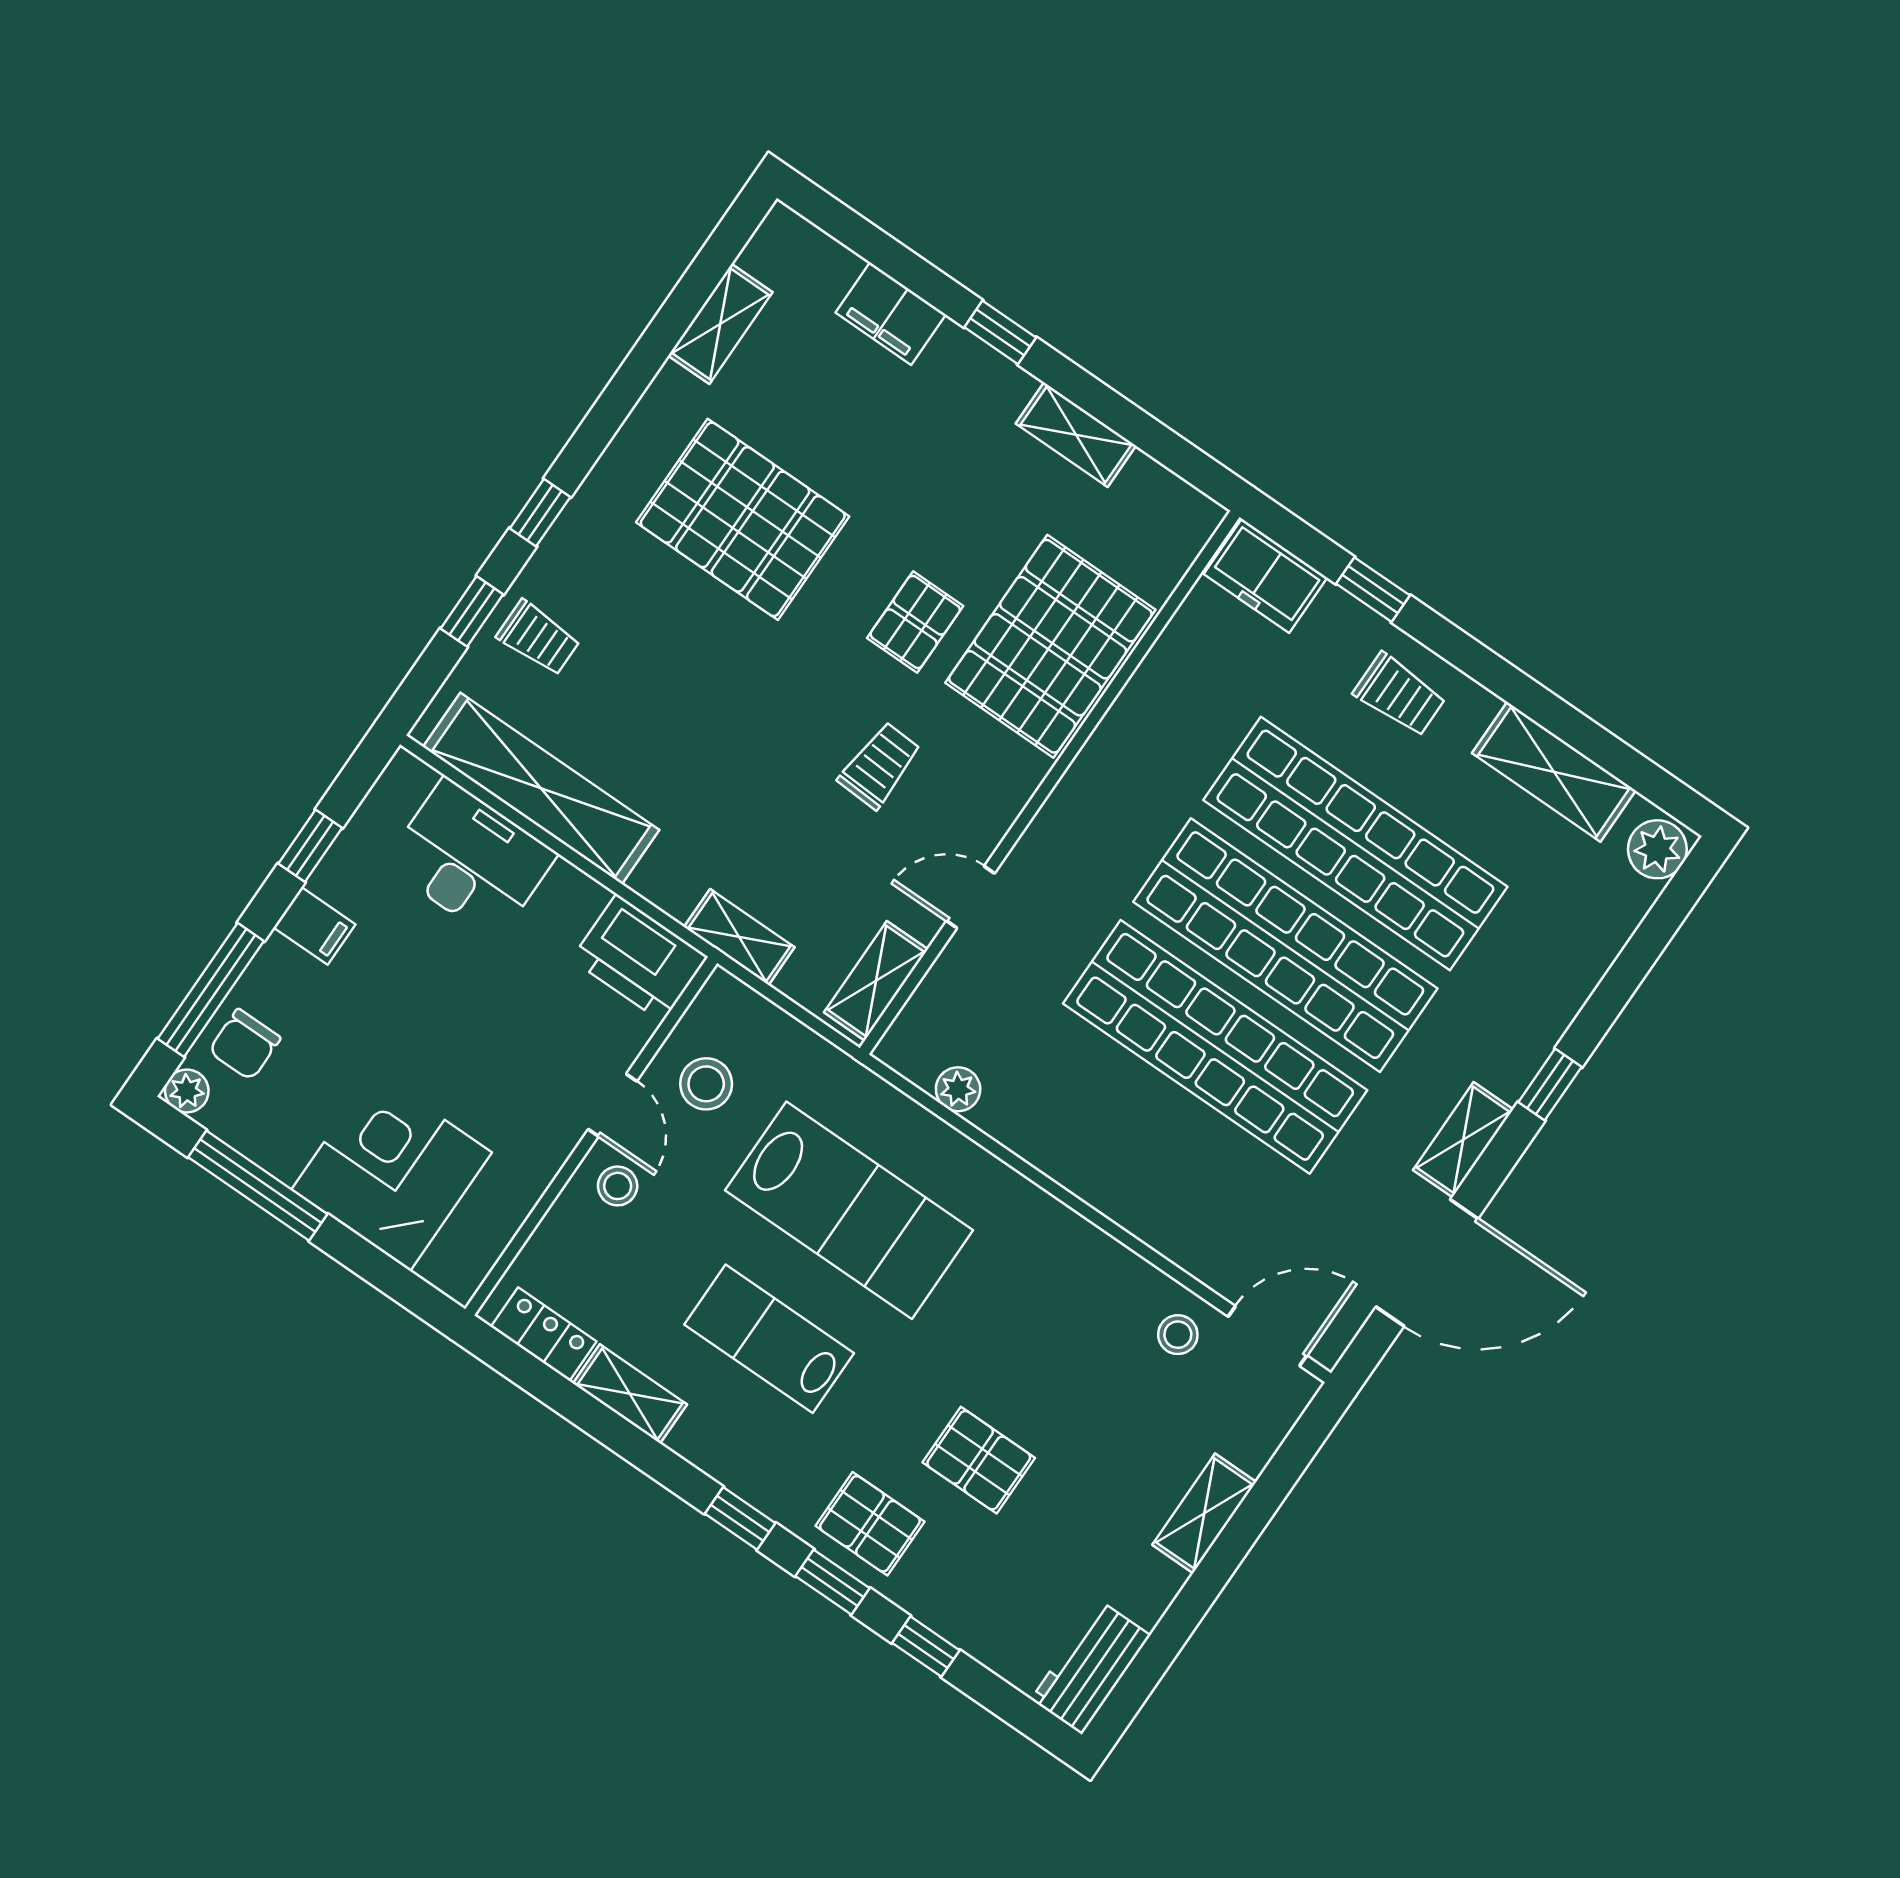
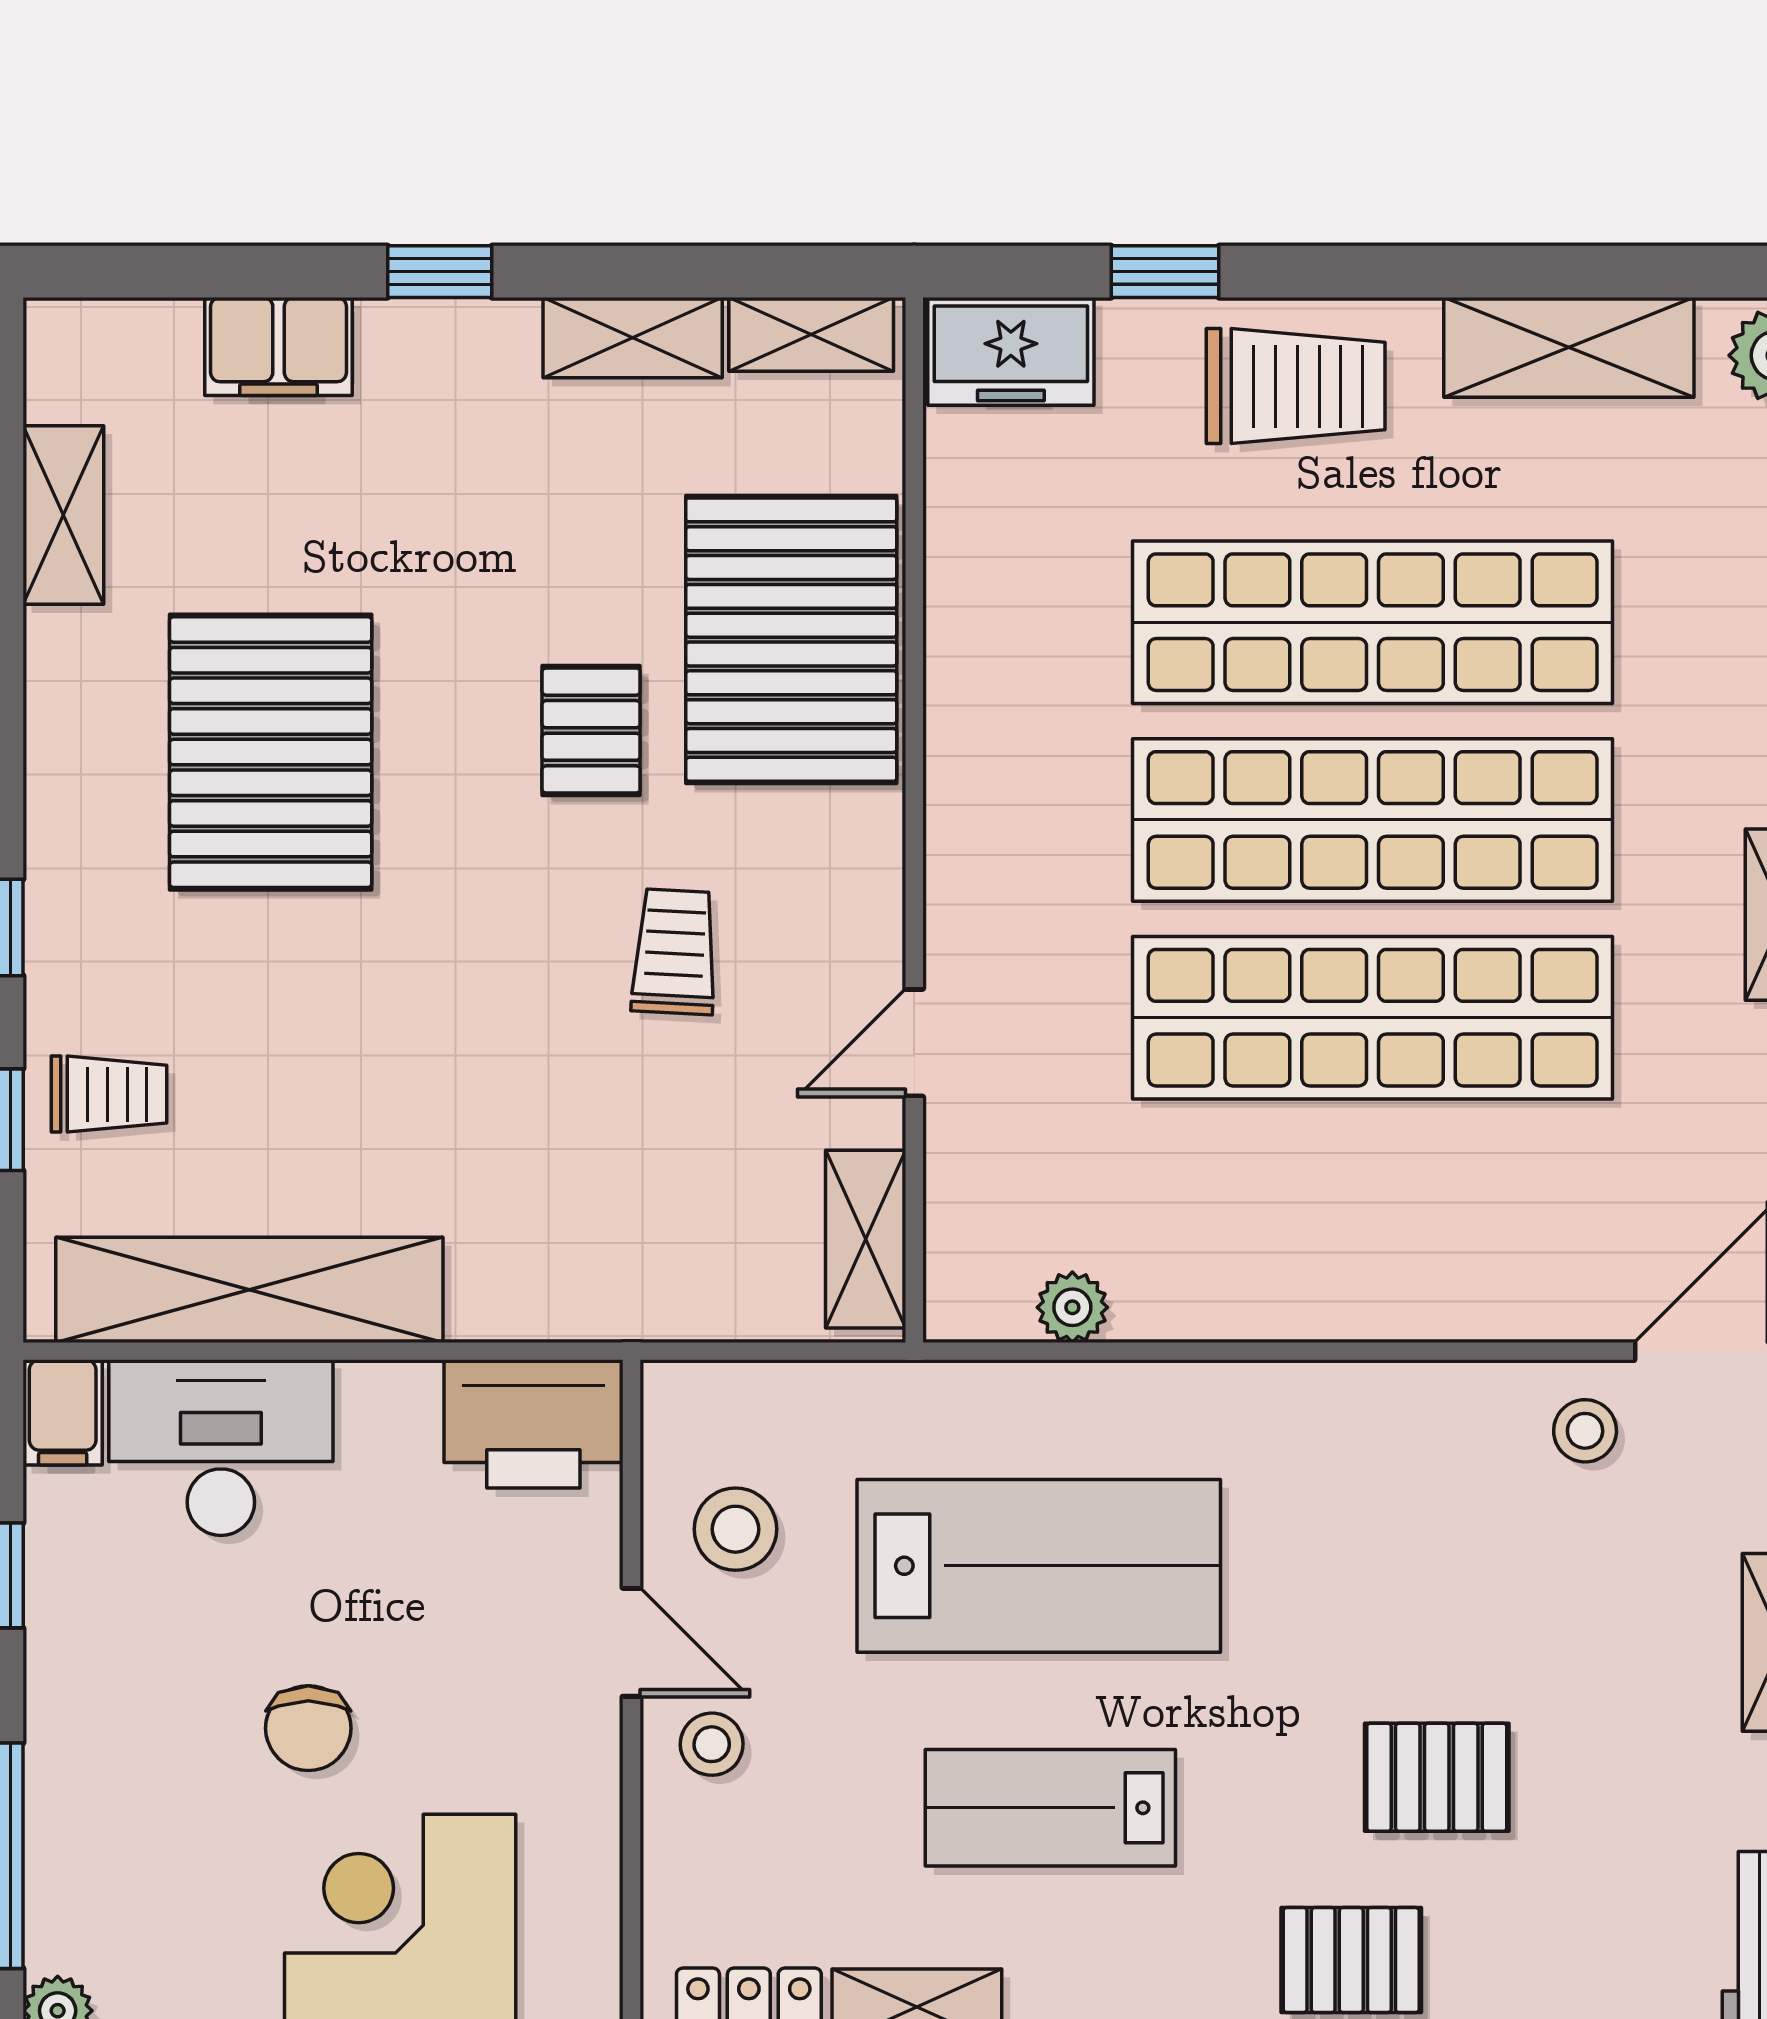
pallet: (743, 519) -> (271, 752), turned 90
trolley: (1400, 695) -> (1296, 386), width x1.36, depth x1.39
filing cabinet: (314, 926) -> (63, 1412), moved, turned 90
shelving: (739, 937) -> (811, 334), moved
chair: (245, 1045) -> (308, 1728), moved

